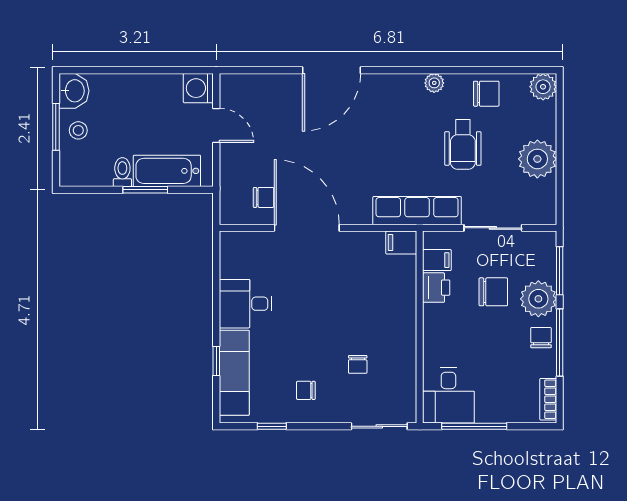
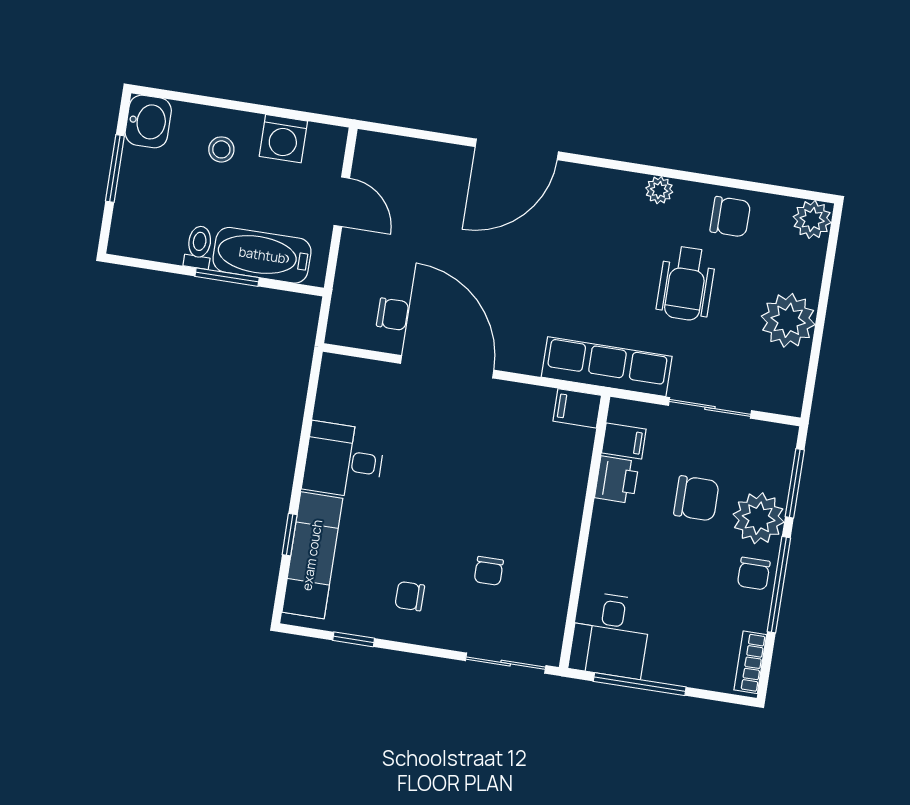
washing machine: (198, 88) -> (283, 139), moved, turned -90
stool: (78, 130) -> (221, 149), moved
chair: (541, 338) -> (754, 574), turned 180

